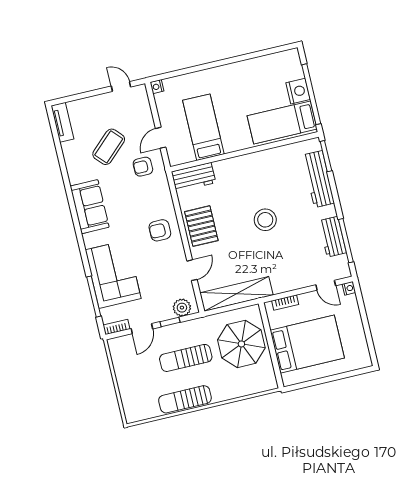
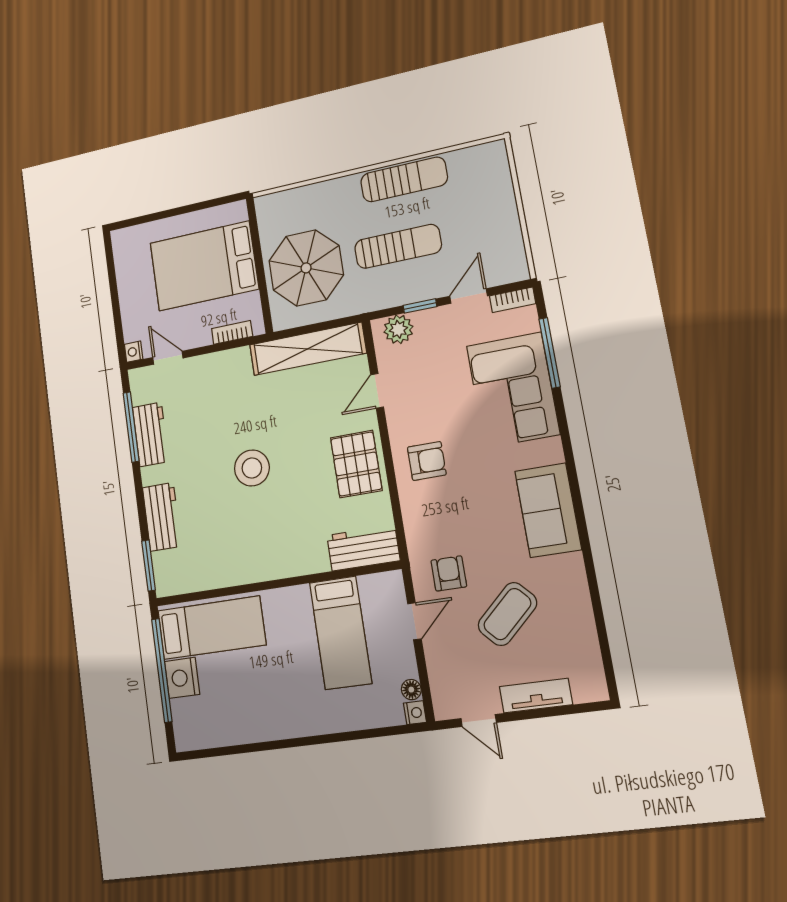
floor lamp: (160, 99) -> (411, 690), added
tv unit: (62, 122) -> (536, 696), moved, turned 90
armchair: (143, 167) -> (449, 573), turned -90
workbench: (318, 179) -> (162, 517), width x0.73

